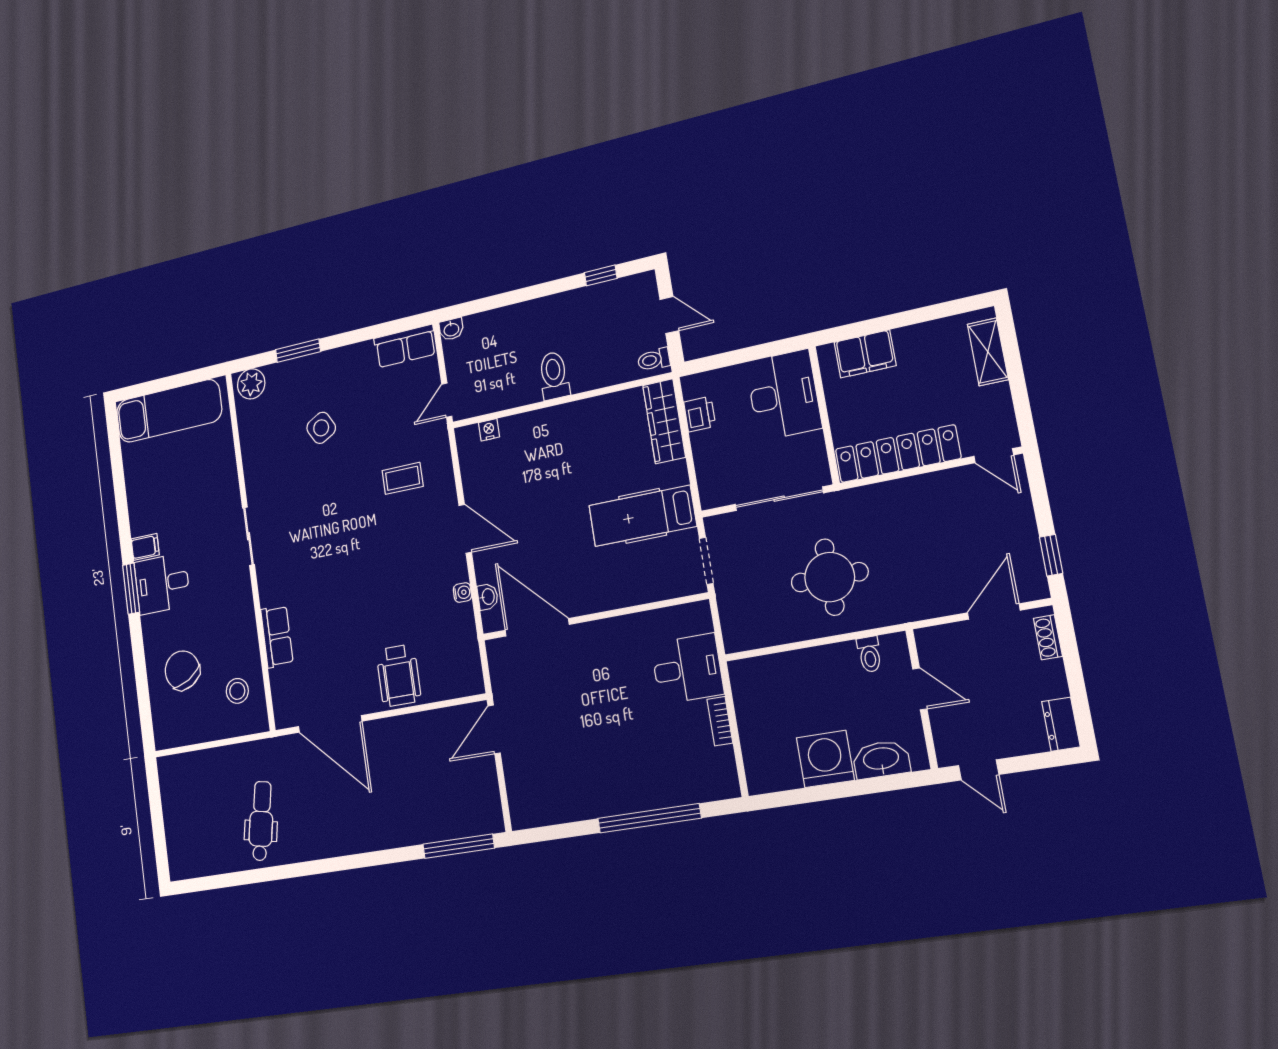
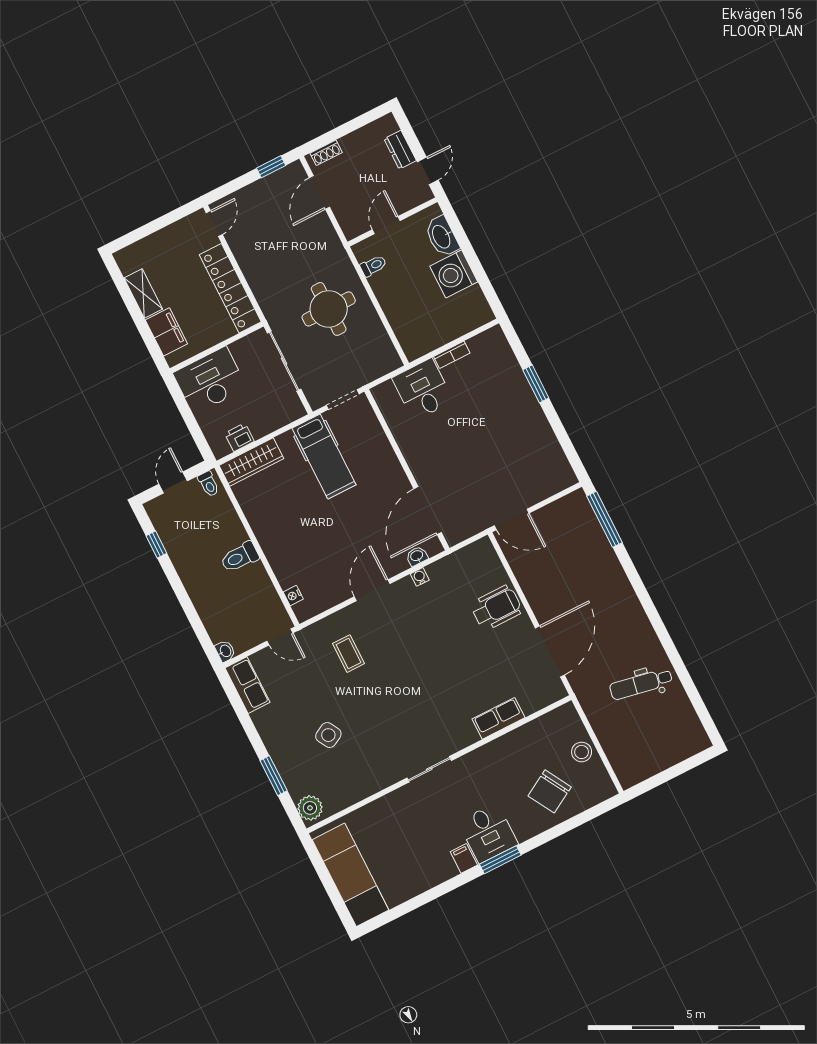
shelving: (988, 352) -> (143, 293), moved, turned 90
door: (994, 612) -> (319, 192), hinge flipped
stool: (237, 691) -> (582, 752), moved
dresser: (1061, 724) -> (400, 150), moved, turned 90
window: (649, 818) -> (536, 384), width x0.47

